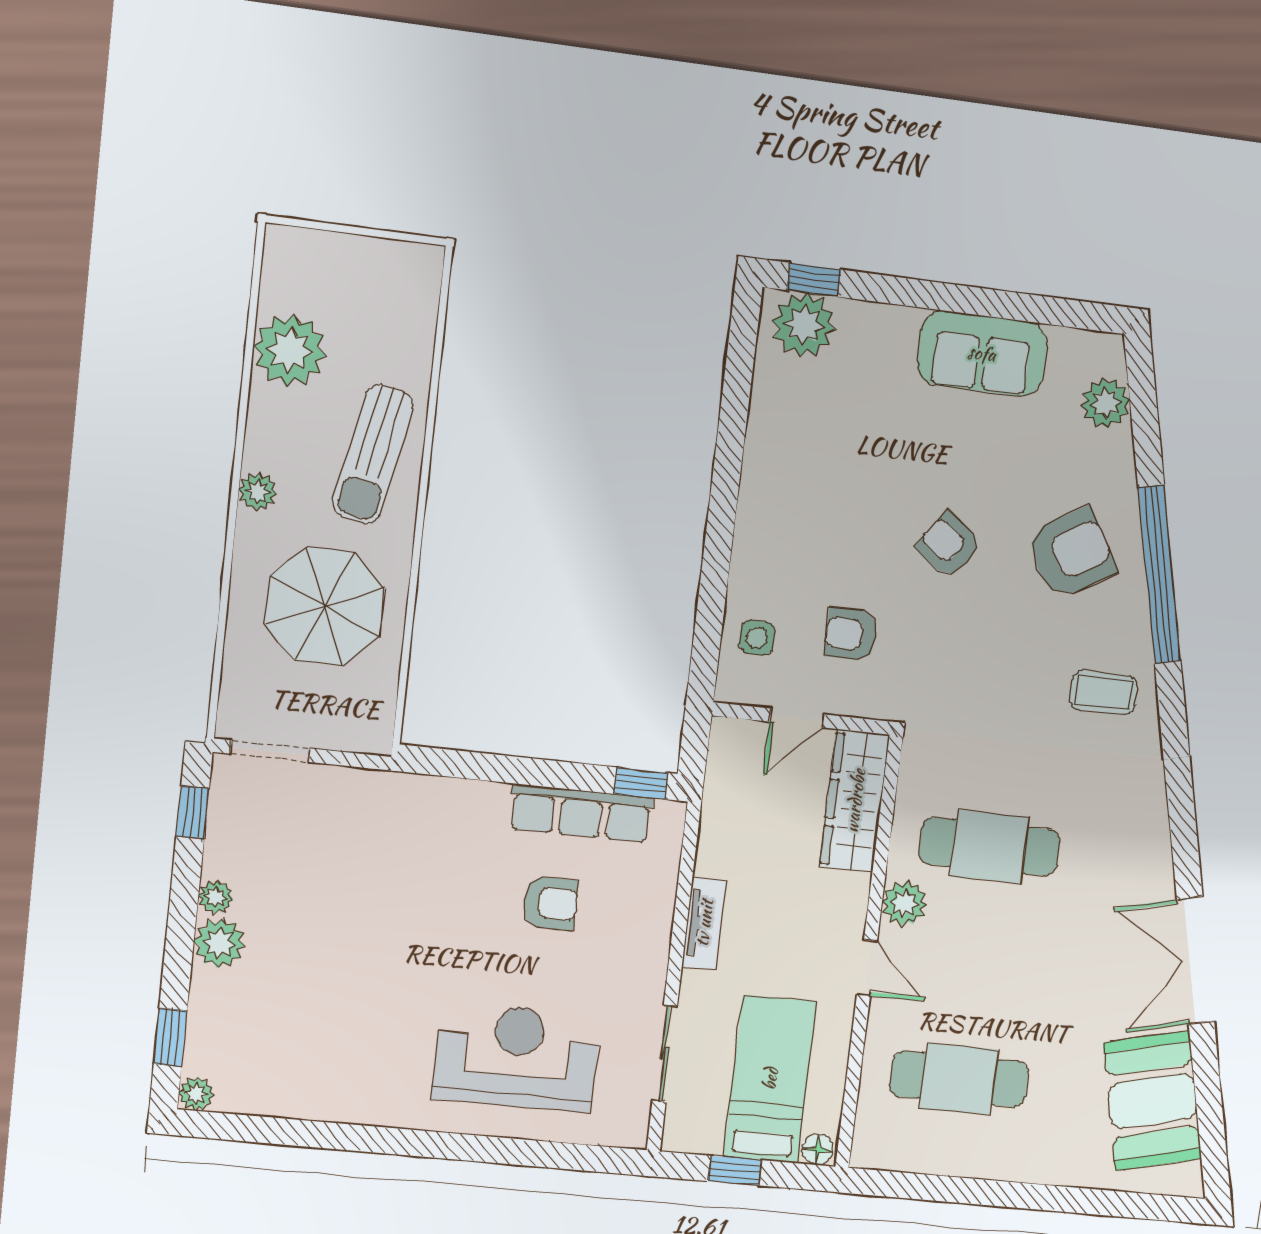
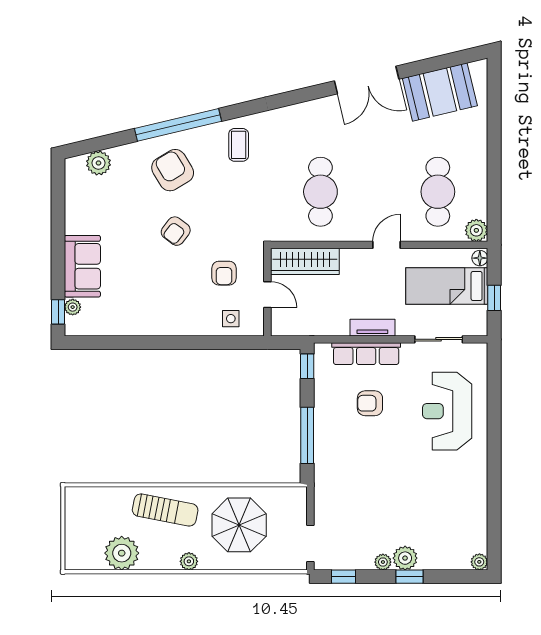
plant: (804, 325) -> (73, 307), width x0.53, depth x0.53
sofa: (982, 353) -> (82, 266), moved
window: (498, 768) -> (307, 435), added
row of seats: (581, 813) -> (366, 354), moved, turned 90
armchair: (550, 903) -> (370, 403), turned -90
plant: (904, 903) -> (476, 230), moved
window: (170, 1037) -> (409, 577), moved

